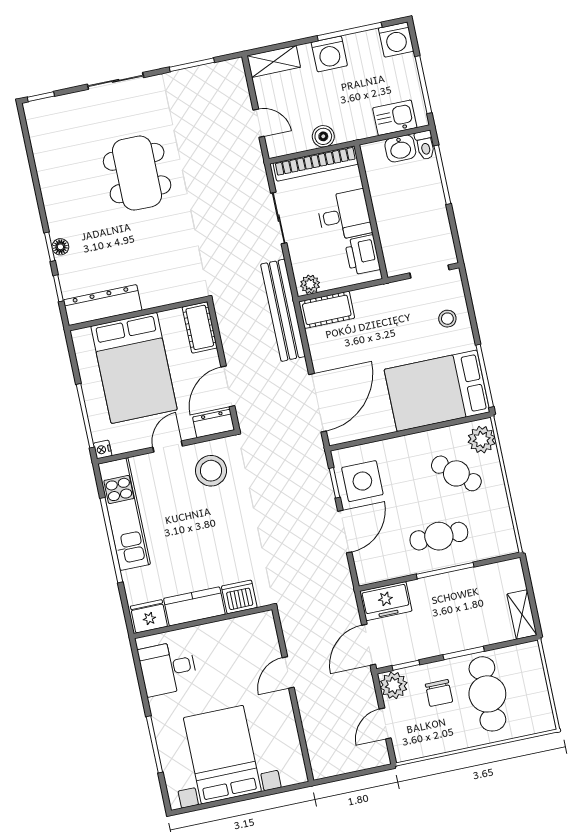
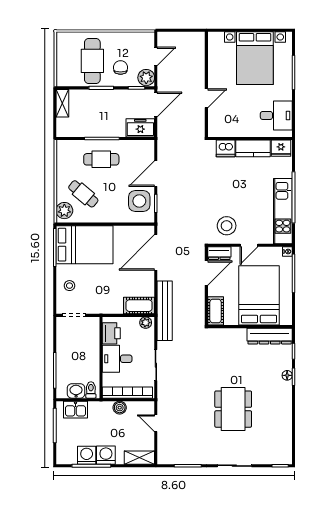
washing machine: (396, 40) -> (87, 455), moved
toilet: (425, 145) -> (91, 390), moved

